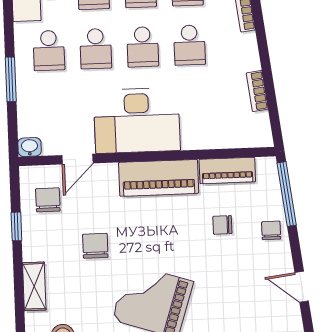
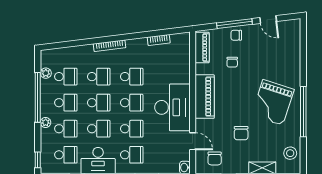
piano: (227, 171) -> (202, 48), moved
window: (287, 194) -> (234, 24), moved
chair: (48, 200) -> (215, 158), turned -90
chair: (95, 246) -> (241, 133), turned -90
door: (302, 287) -> (268, 20), hinge flipped

